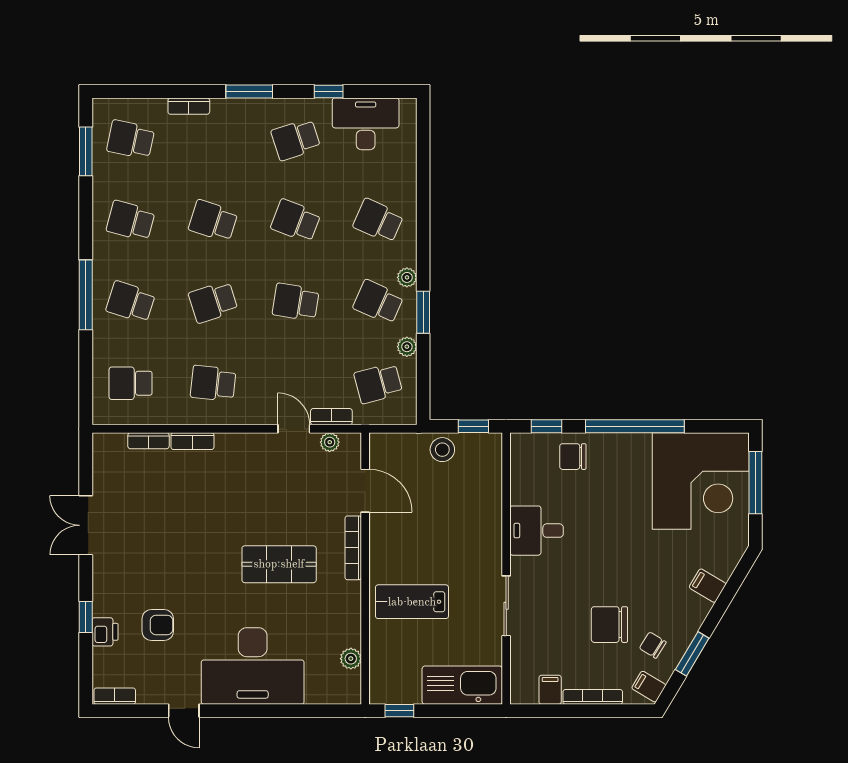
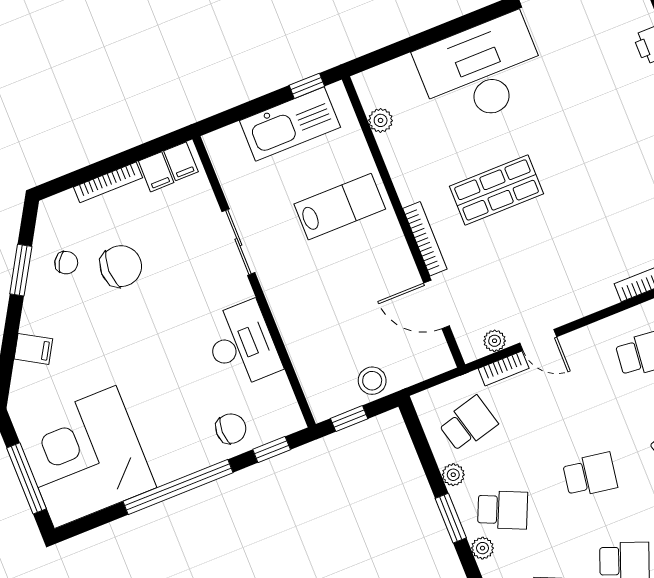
desk: (537, 531) -> (242, 345), width x1.37
armchair: (158, 625) -> (599, 74), removed
kitchen sink: (462, 685) -> (290, 124), moved
filing cabinet: (649, 687) -> (181, 161), moved, turned 59

